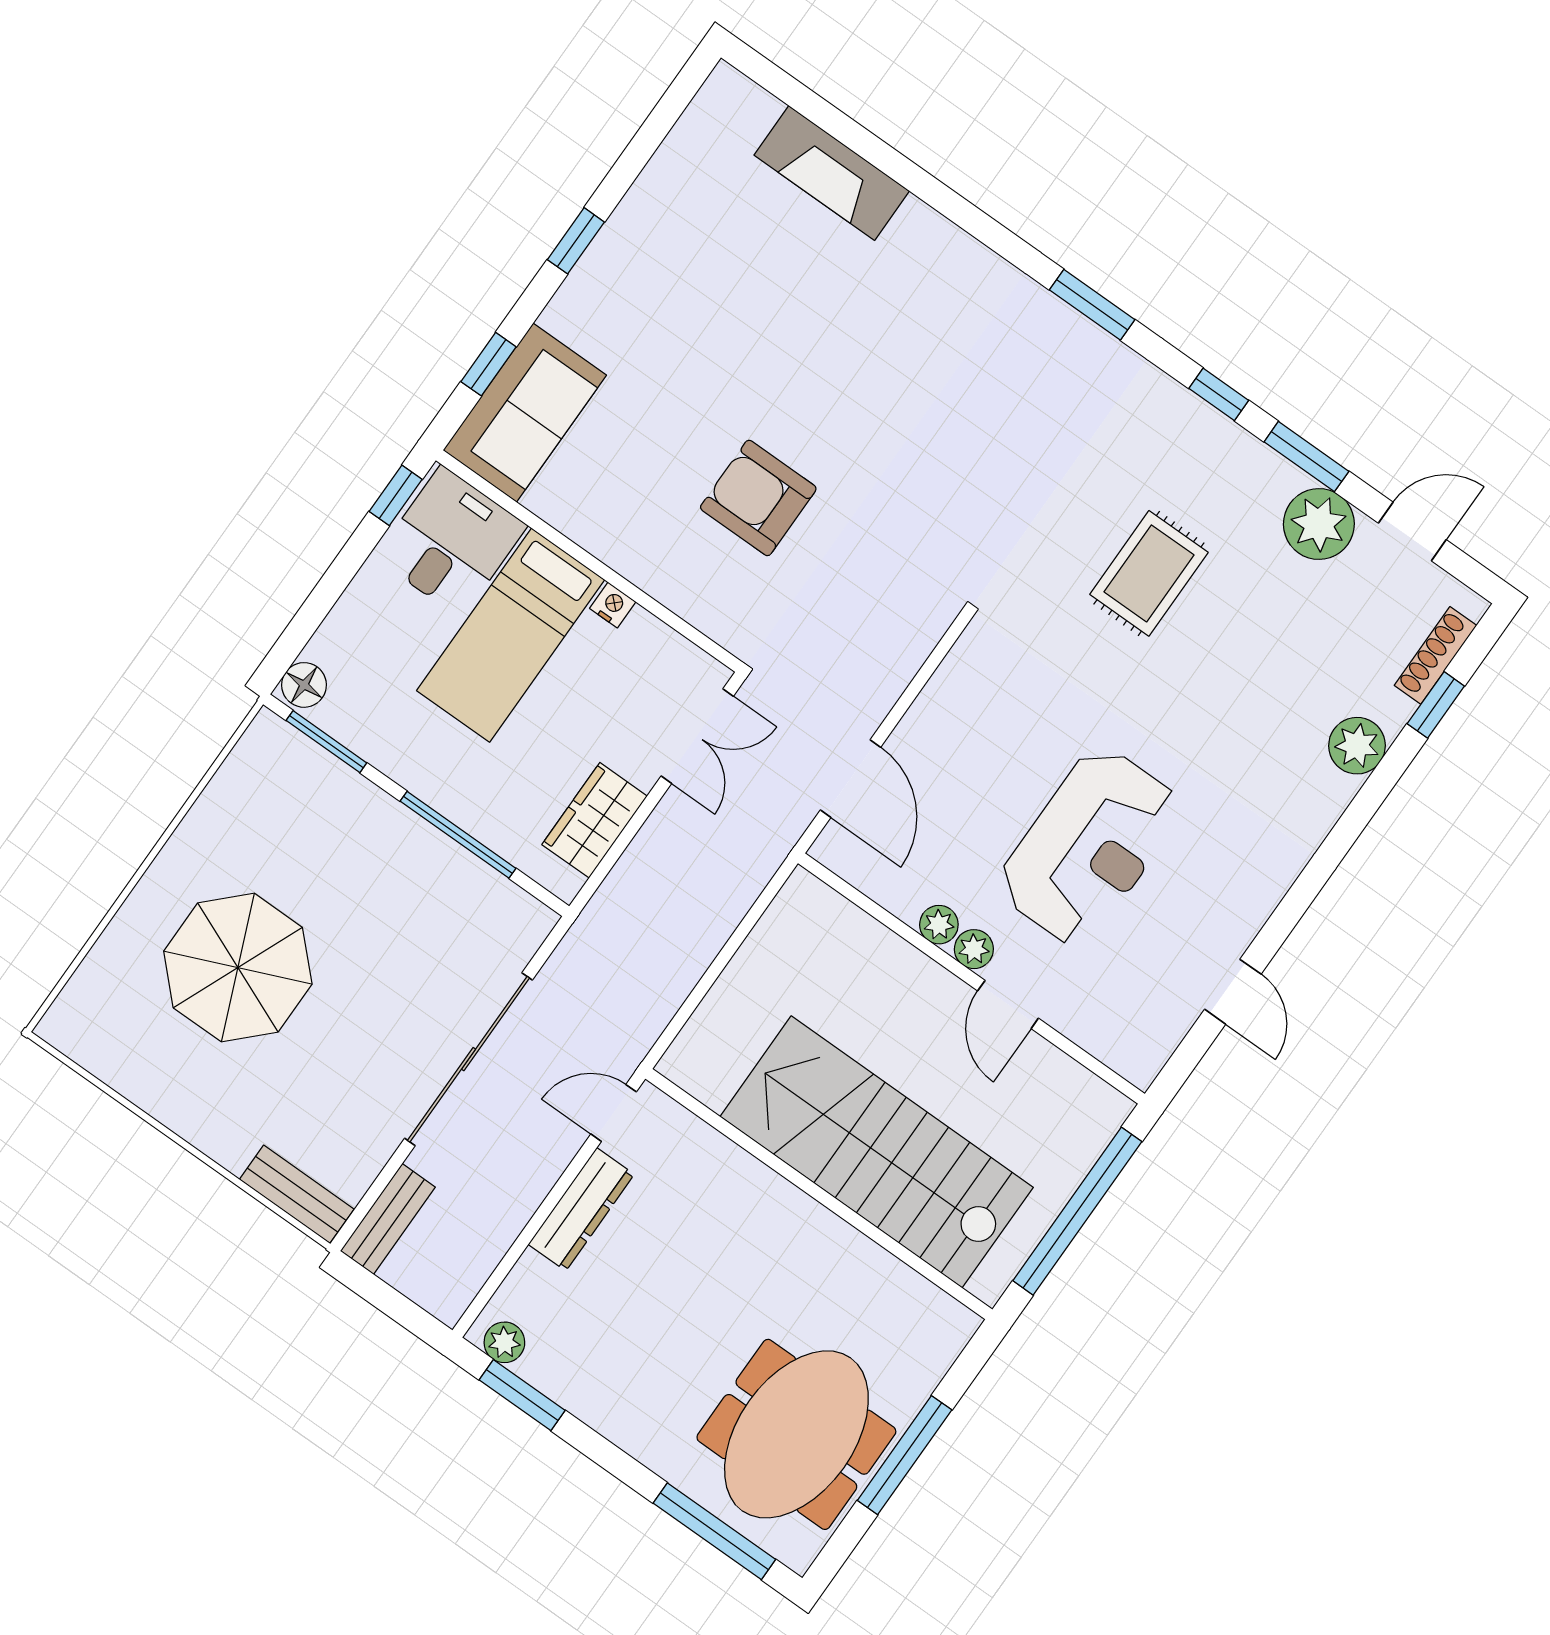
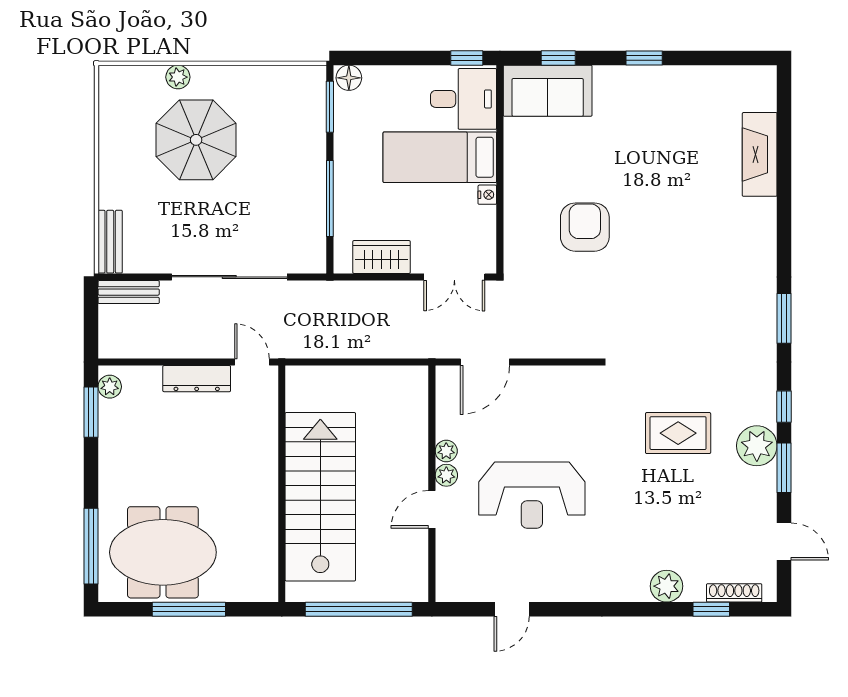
plant: (1319, 524) -> (757, 446), moved
plant: (129, 930) -> (178, 77), added

